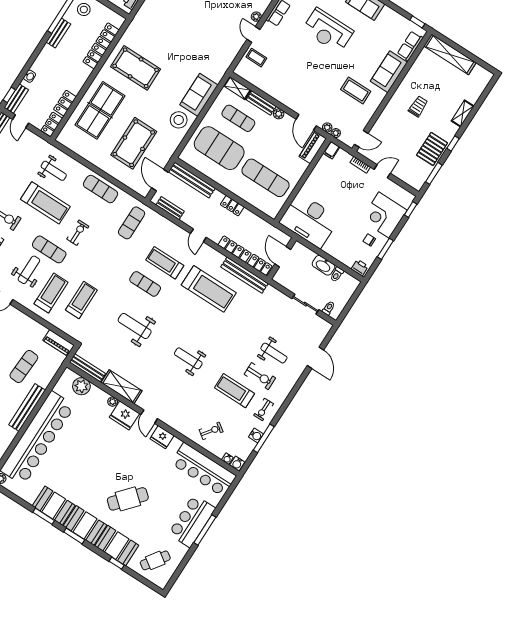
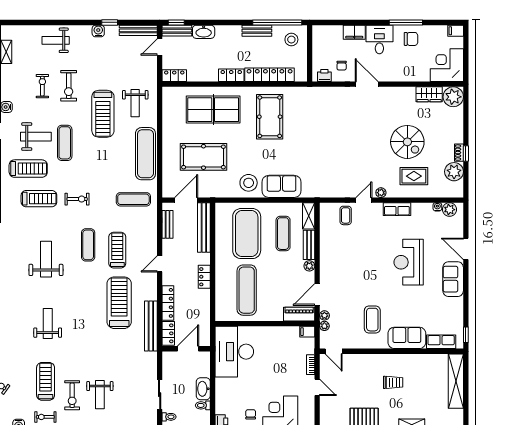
washbasin: (30, 76) -> (204, 32), width x1.91, depth x1.45
locker: (65, 103) -> (231, 75), moved
exercise mat: (101, 189) -> (145, 154), width x1.36, depth x1.45
exercise bike: (78, 233) -> (77, 199), moved
treadmill: (209, 289) -> (119, 303), turned 180

